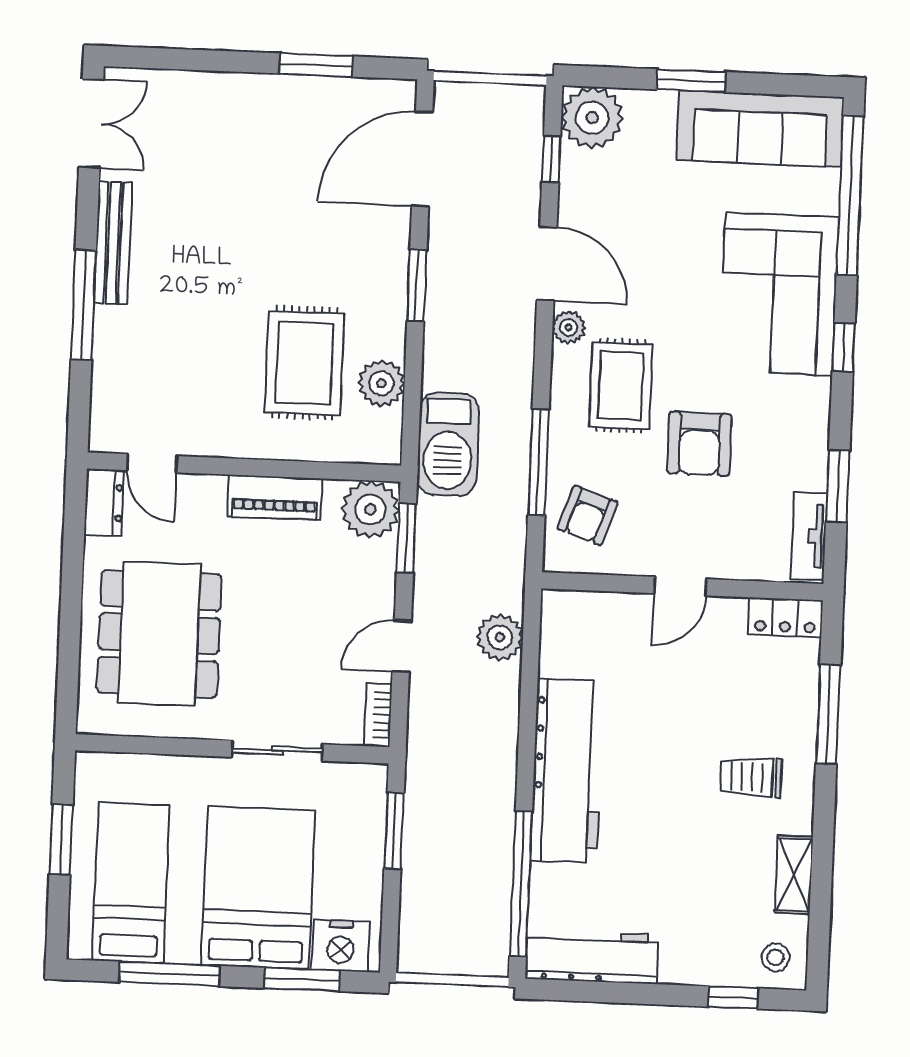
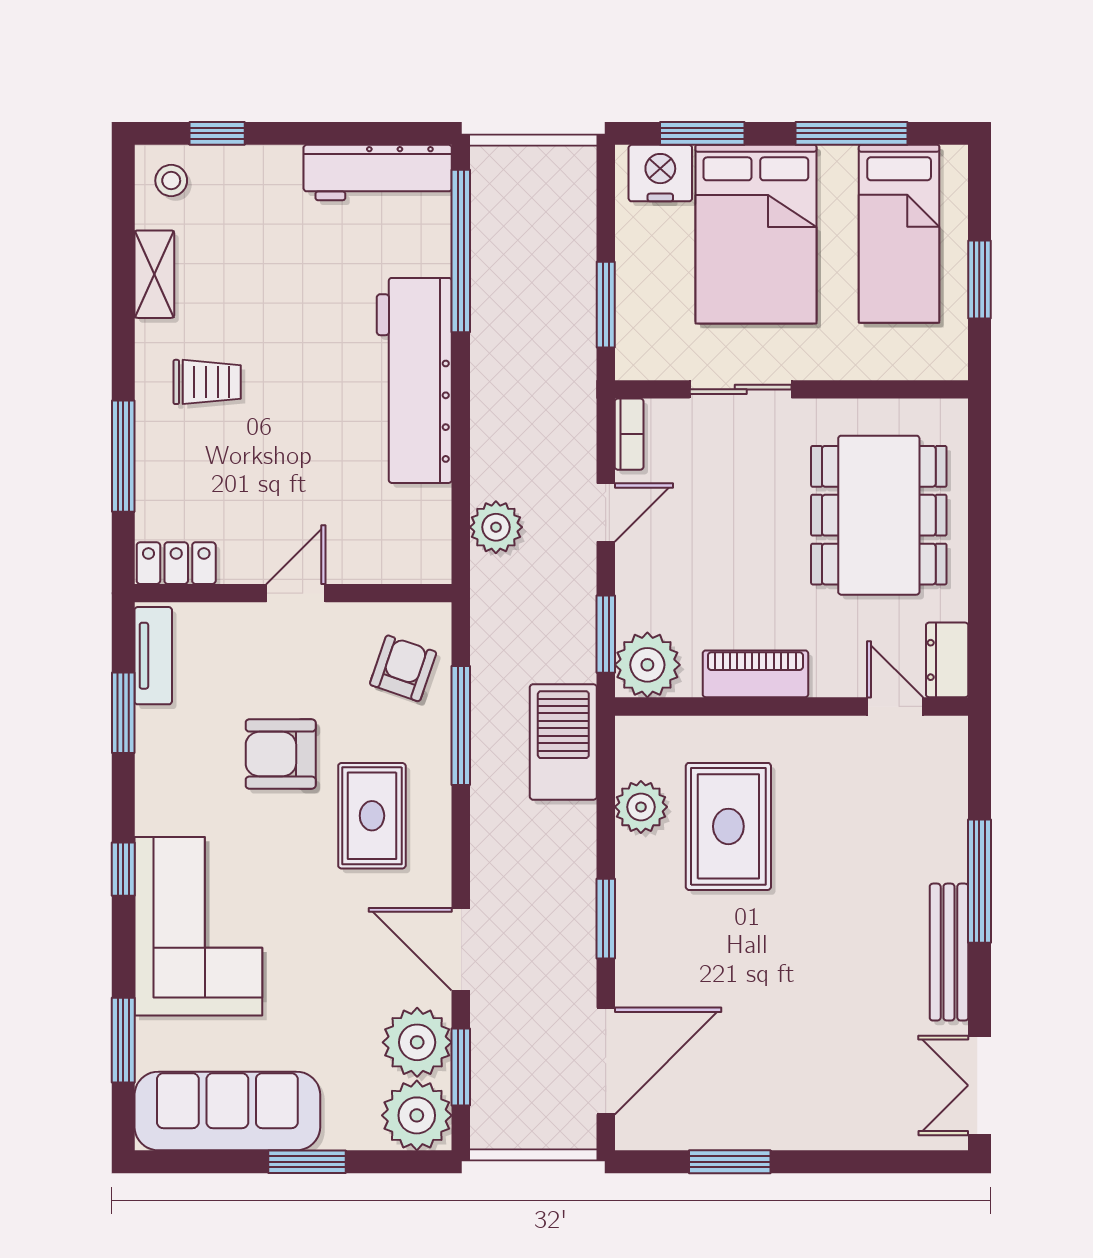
window: (551, 159) -> (461, 1067), width x1.50
window: (850, 196) -> (123, 1040), width x0.47
plant: (569, 327) -> (417, 1042), moved, width x1.87, depth x1.87
armchair: (700, 444) -> (281, 754), turned -90

